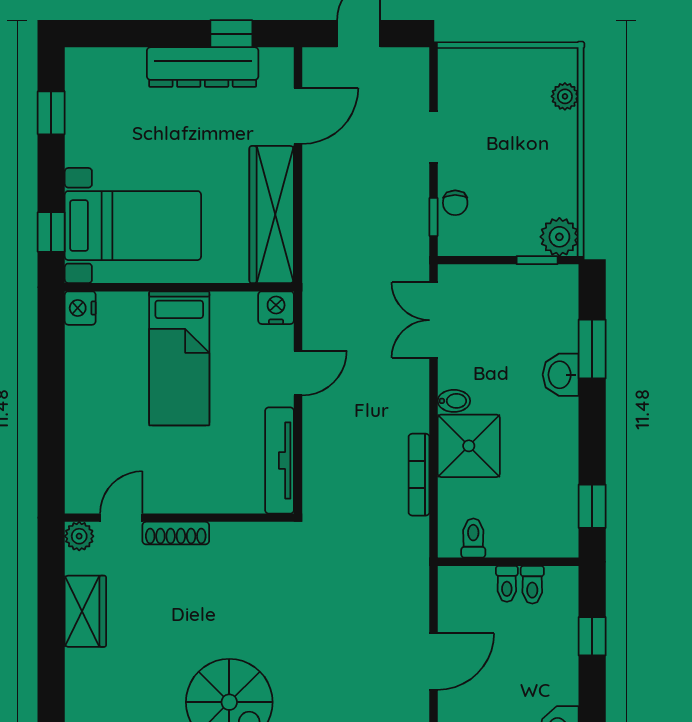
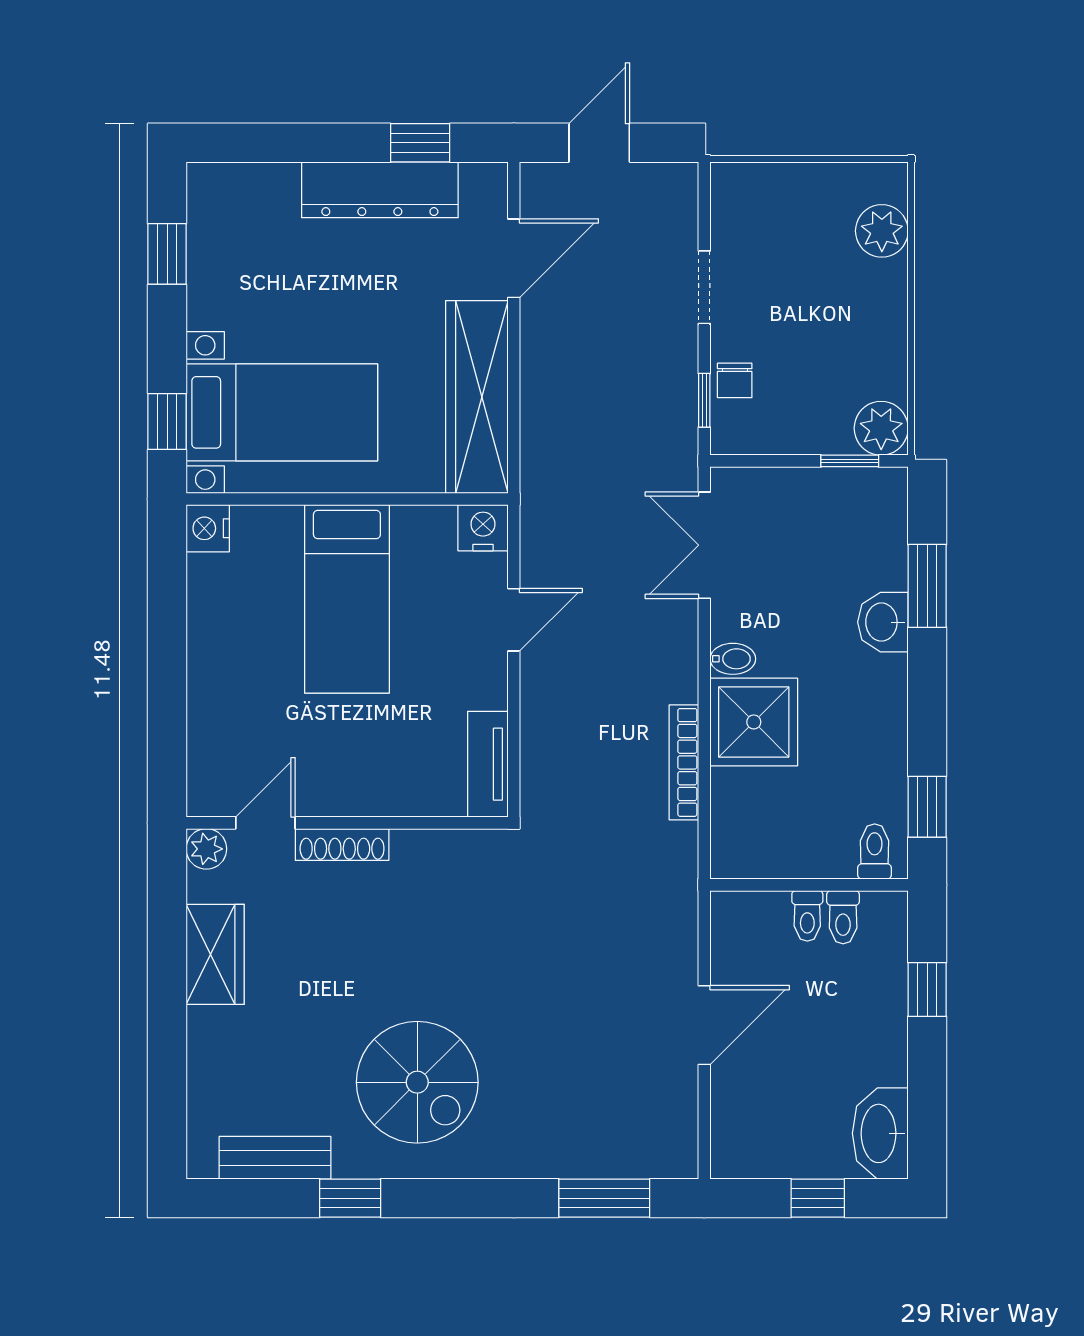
plant: (565, 96) -> (882, 231), width x1.38, depth x1.38
tv unit: (279, 460) -> (488, 764), width x0.71
toilet: (473, 538) -> (875, 852), moved

